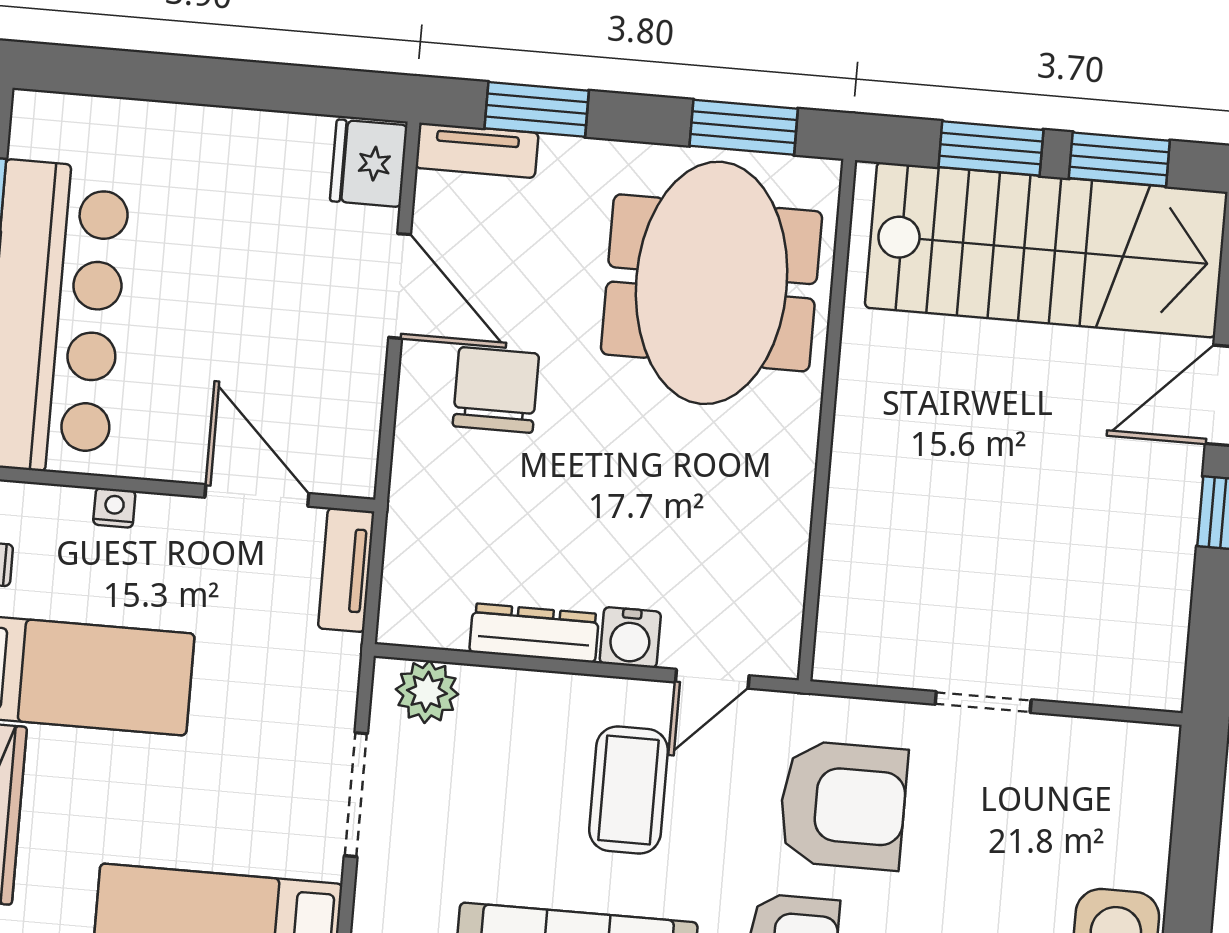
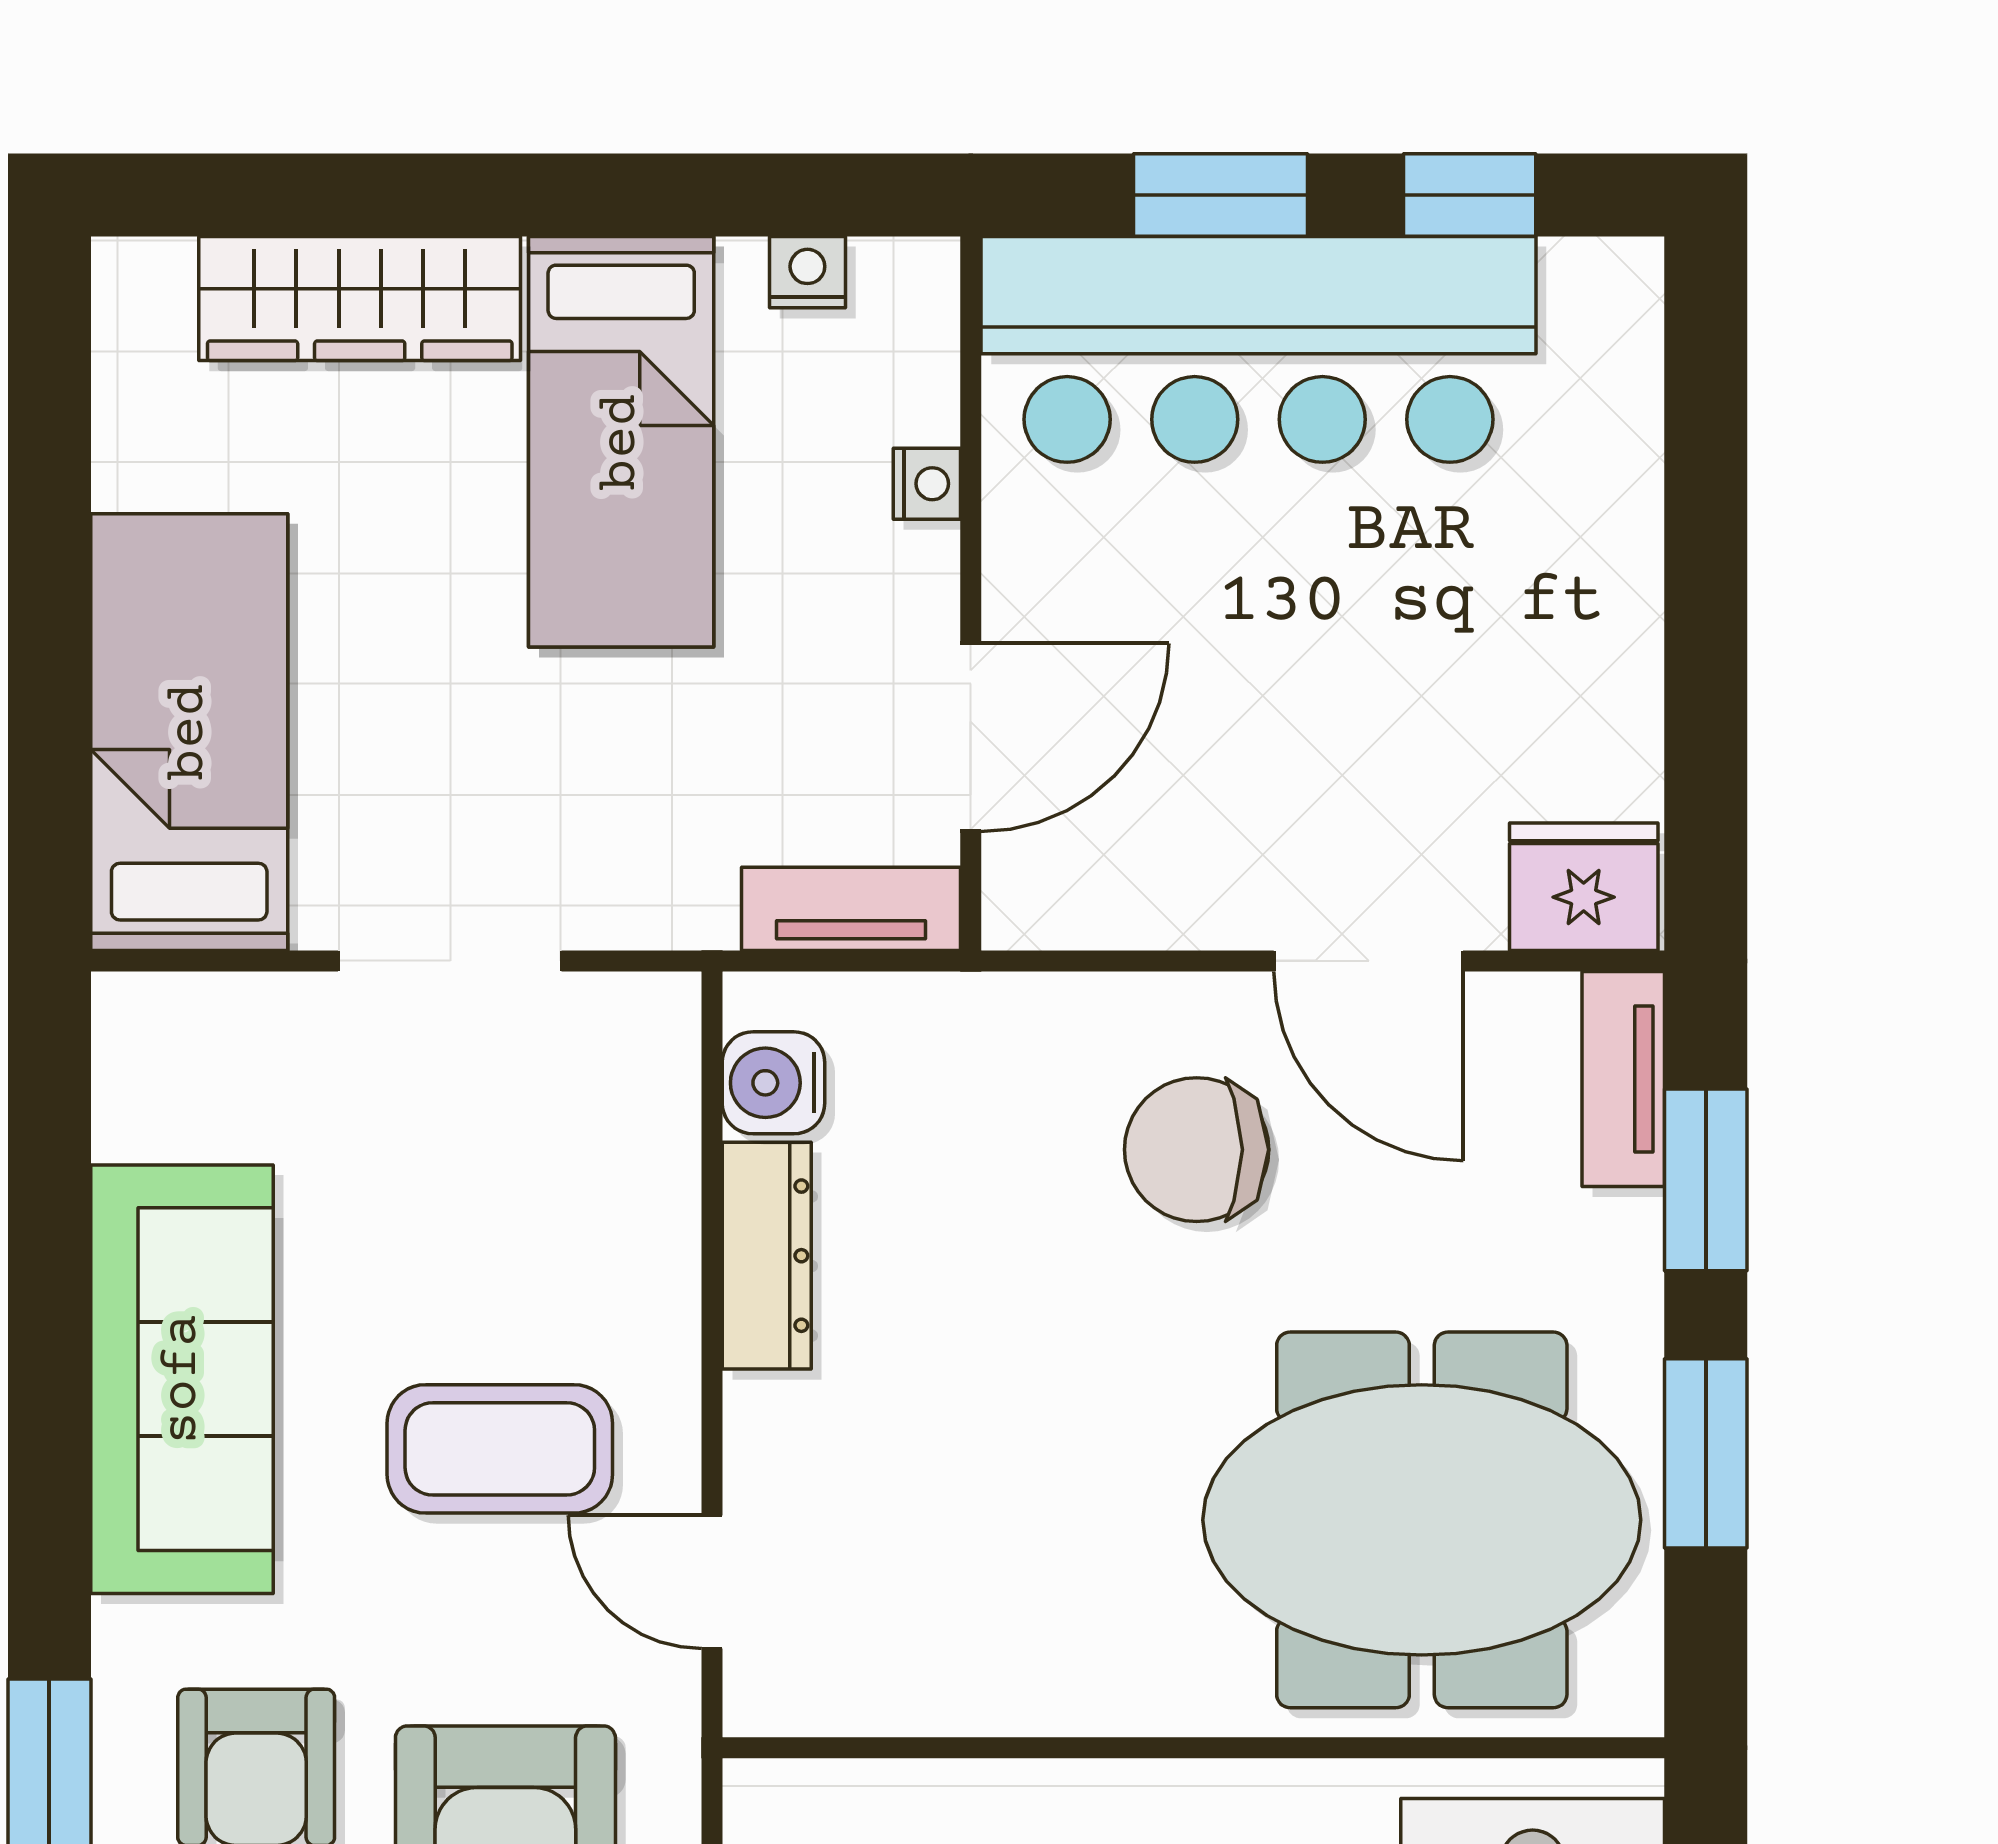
window: (744, 127) -> (1706, 1453), moved
door: (400, 286) -> (1368, 961), hinge flipped
chair: (496, 390) -> (1197, 1150), turned 180
water cooler: (630, 637) -> (773, 1083), moved
plant: (427, 692) -> (645, 1073), removed

